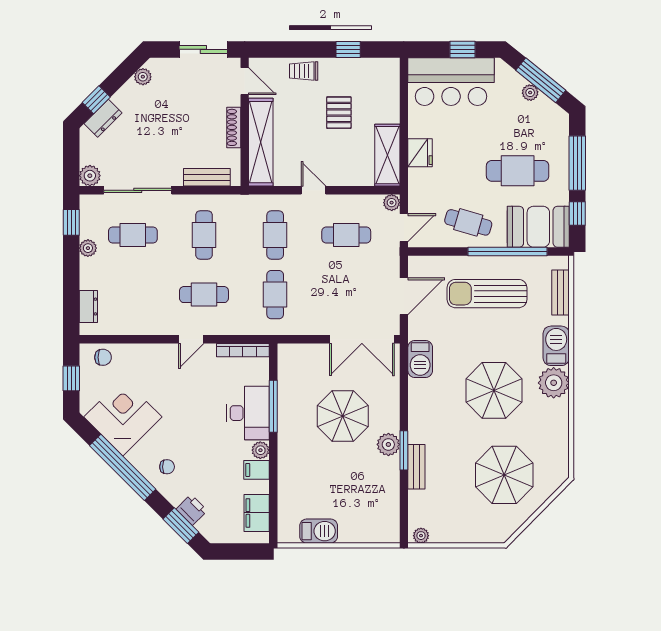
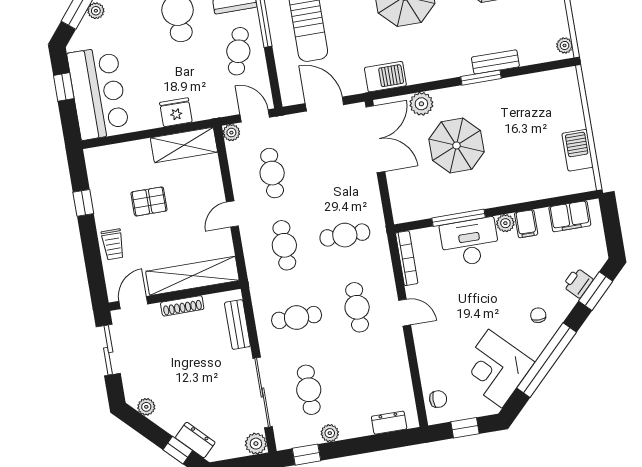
cafe table: (275, 235) -> (284, 245), turned 90
chair: (103, 357) -> (438, 399), turned 90
plant: (388, 444) -> (421, 104), moved

